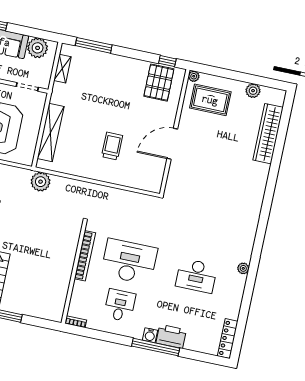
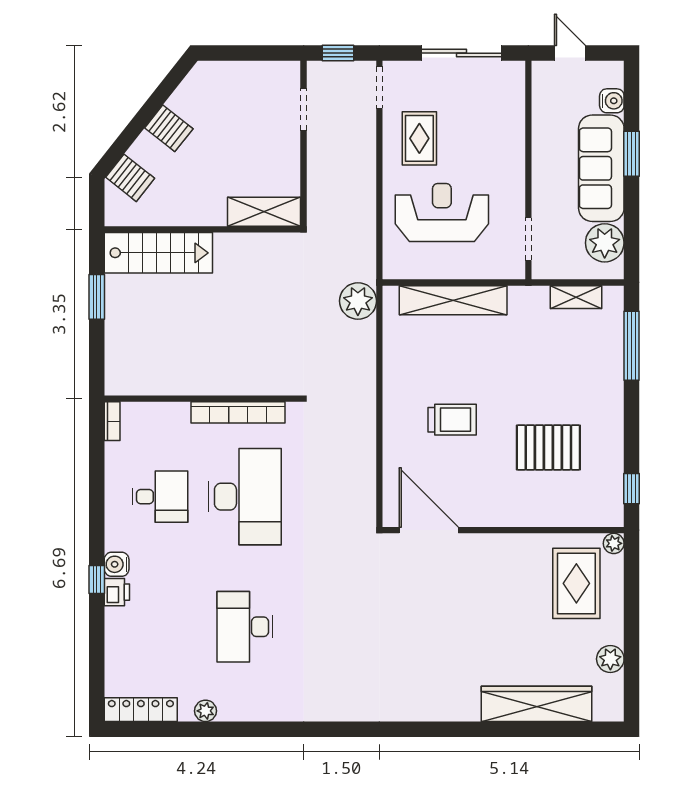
pallet: (159, 83) -> (548, 447), moved
door: (172, 144) -> (429, 530), moved
plant: (243, 268) -> (206, 711), moved
printer: (171, 336) -> (117, 592), width x0.53, depth x0.68
window: (156, 347) -> (97, 579), width x0.32

